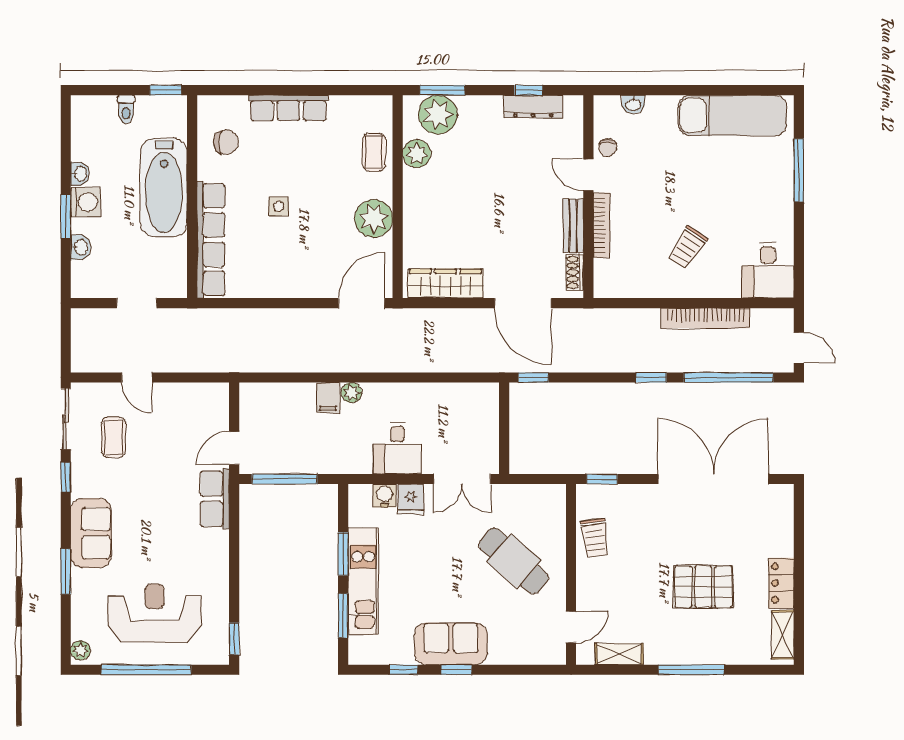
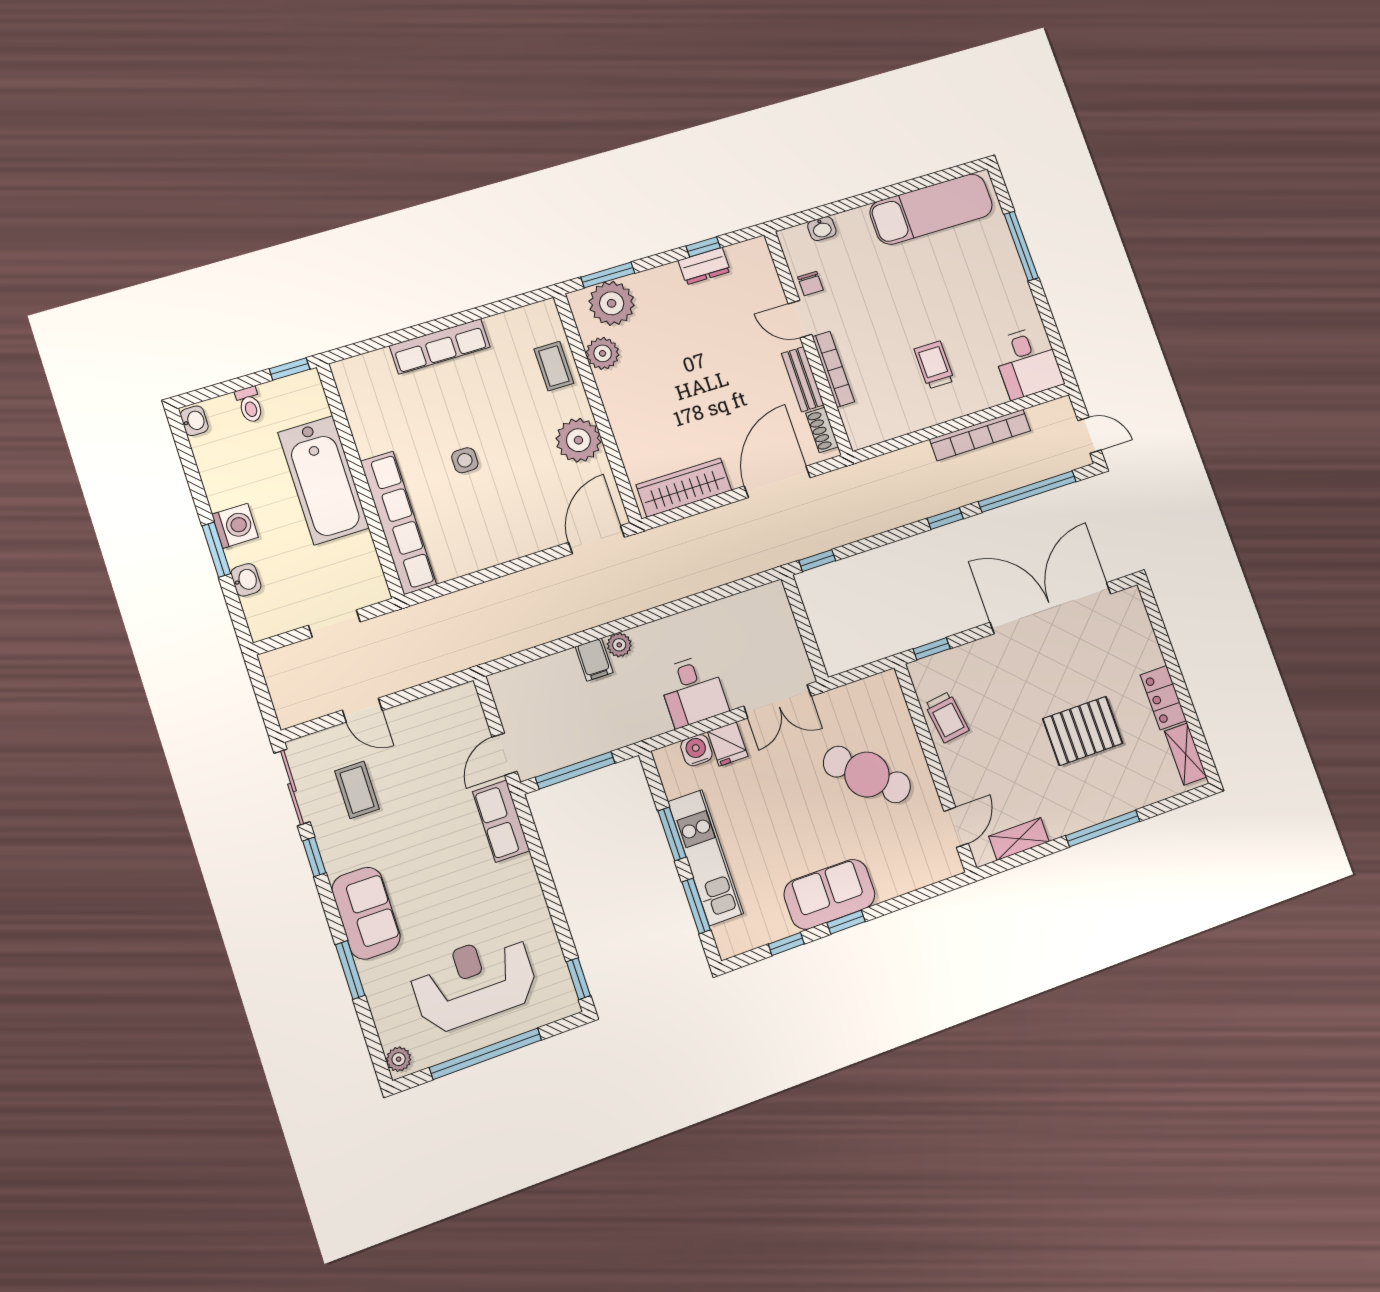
dresser: (533, 106) -> (704, 266), width x0.70
chair: (226, 142) -> (380, 407), removed
washbasin: (80, 174) -> (194, 421), moved
trolley: (688, 248) -> (934, 365), turned 146
door: (523, 303) -> (777, 482), swing flipped

